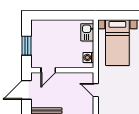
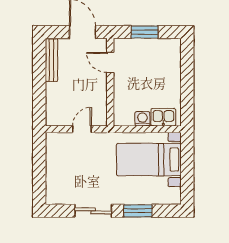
washing machine: (88, 58) -> (142, 119), moved

